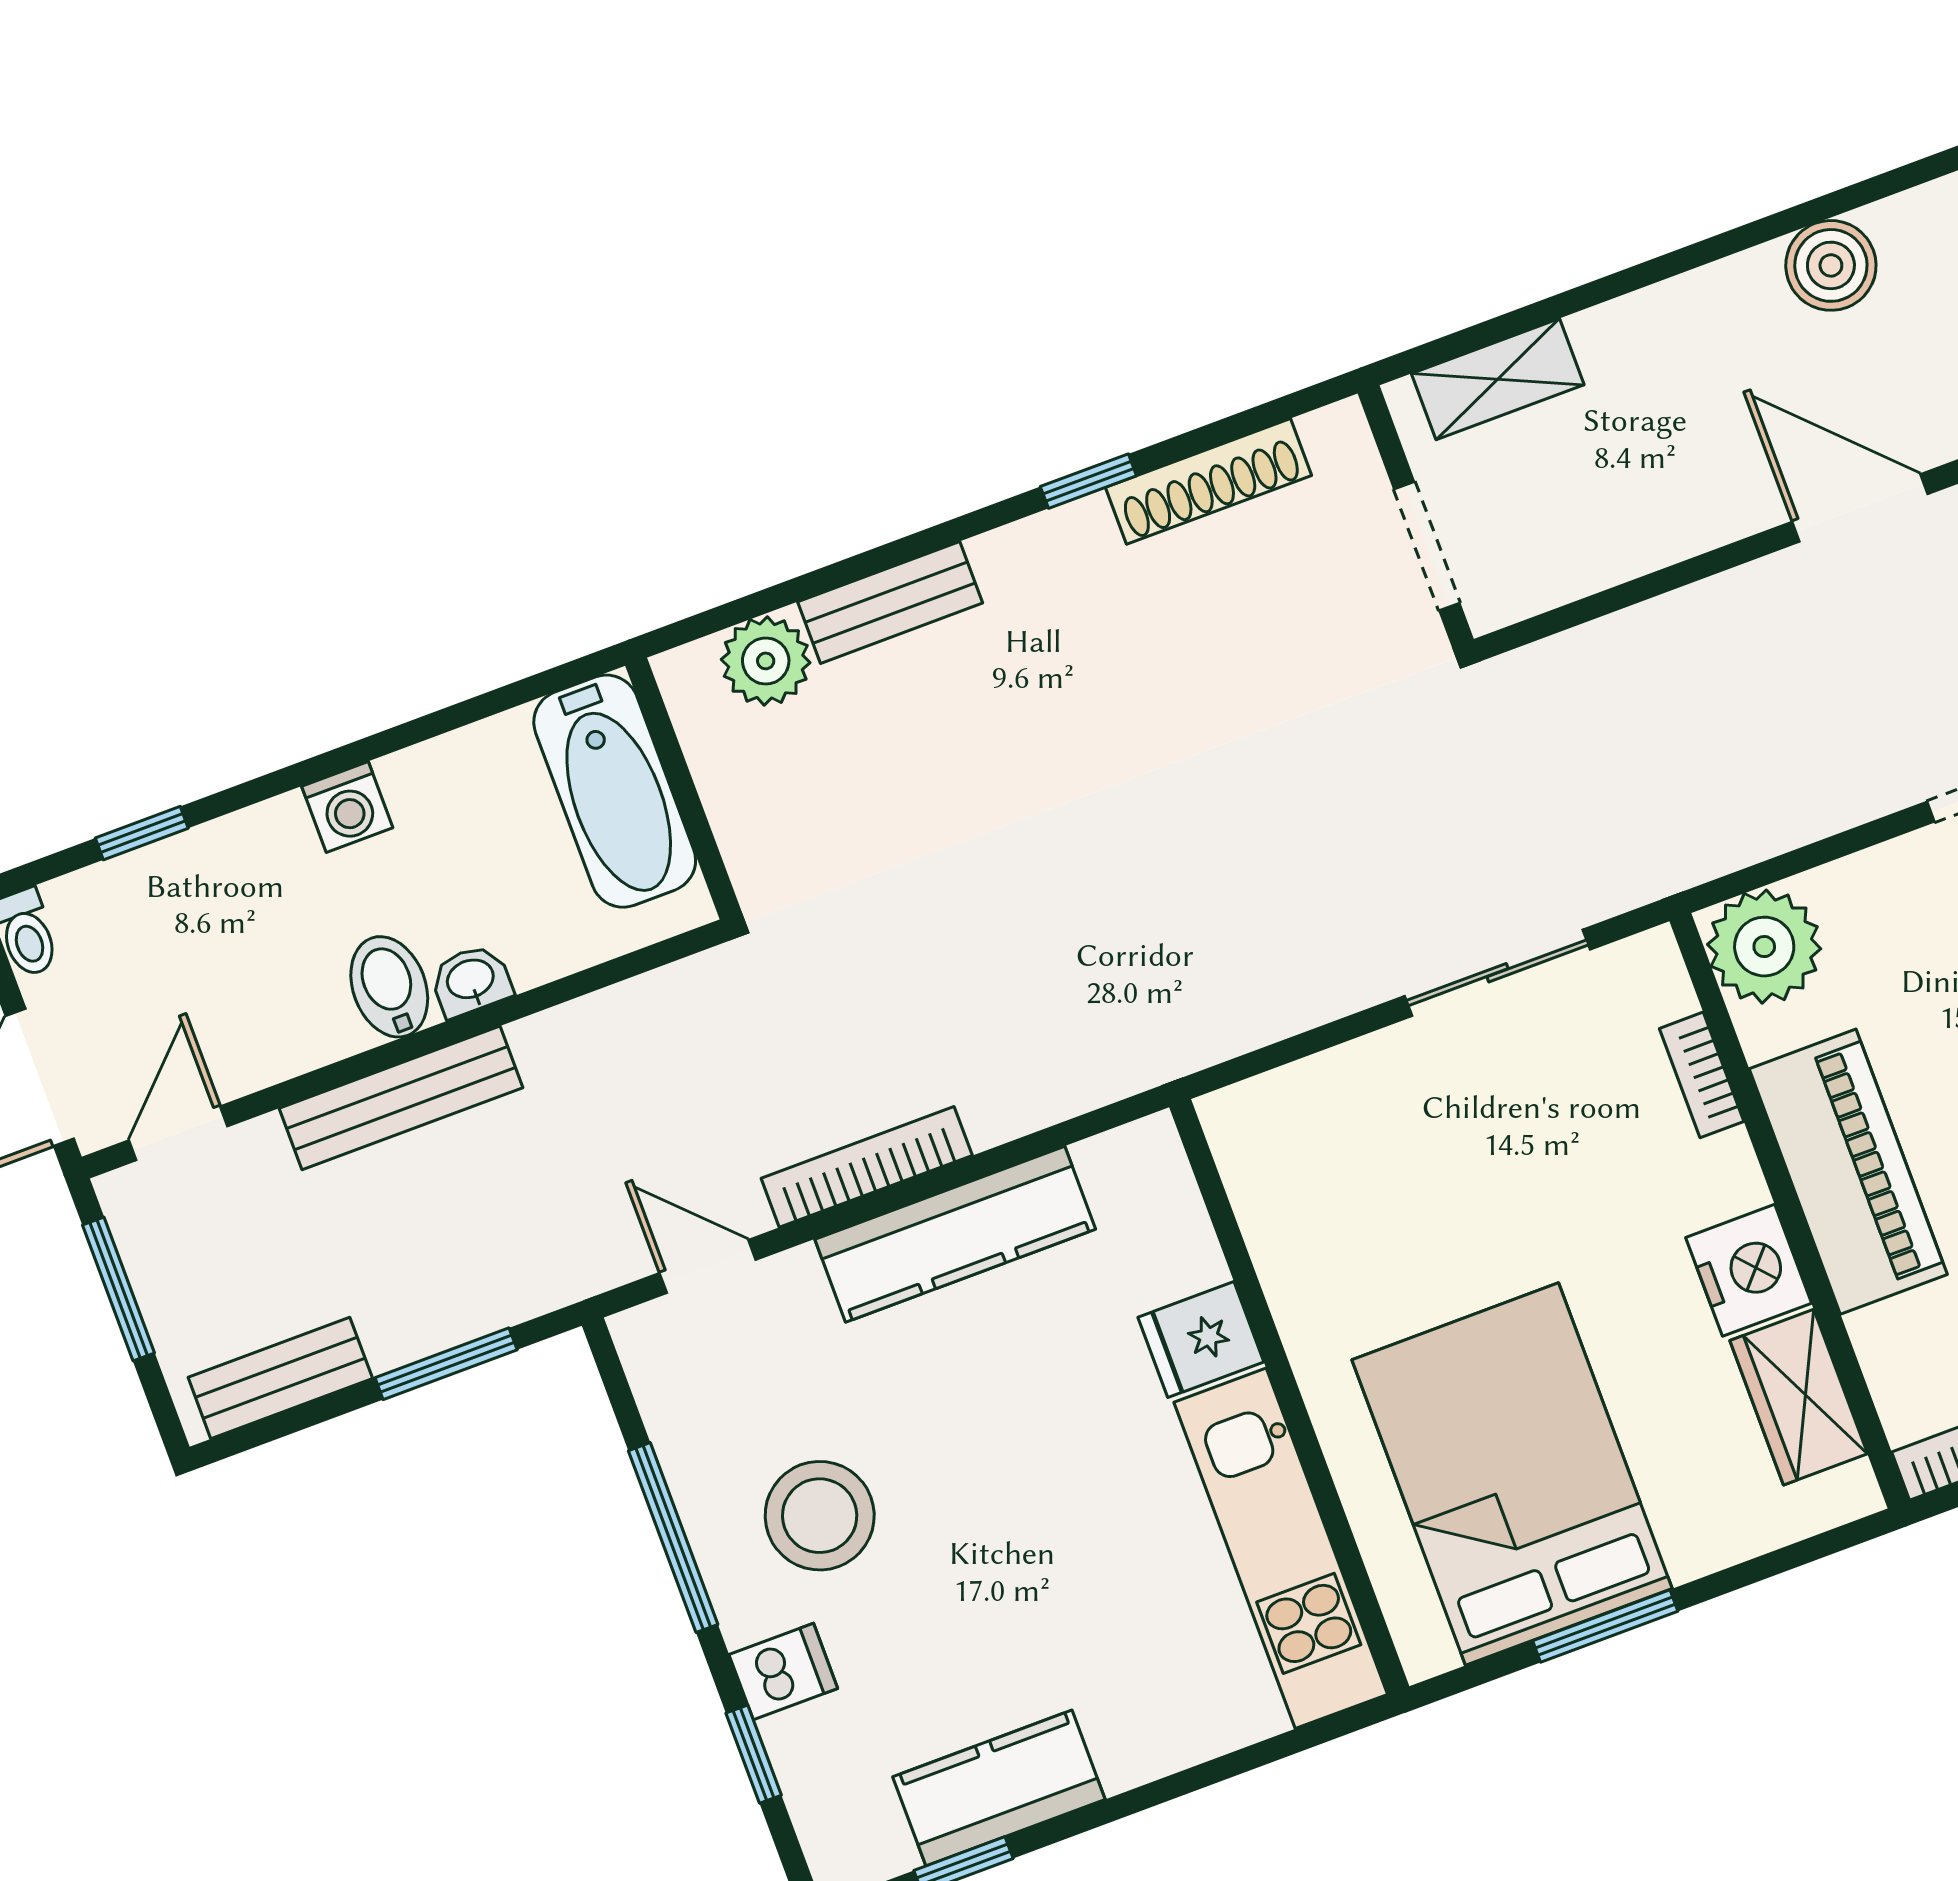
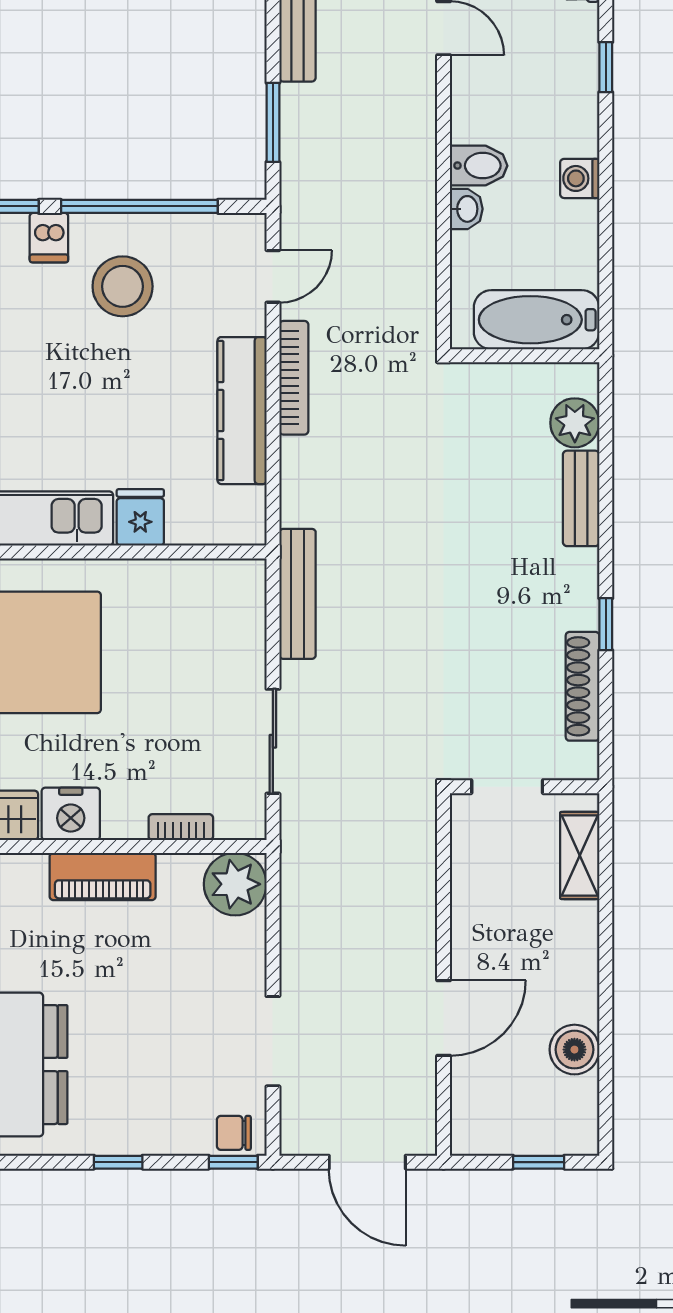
bench: (401, 1098) -> (298, 594), moved
piano: (1848, 1172) -> (103, 876), width x0.73, depth x0.75
window: (673, 1538) -> (139, 206), width x1.46

